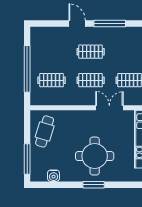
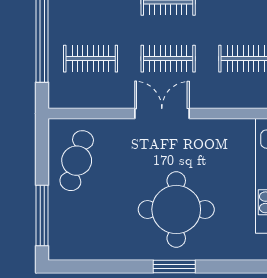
double door: (109, 108) -> (162, 114), moved
water cooler: (54, 176) -> (94, 249), removed

